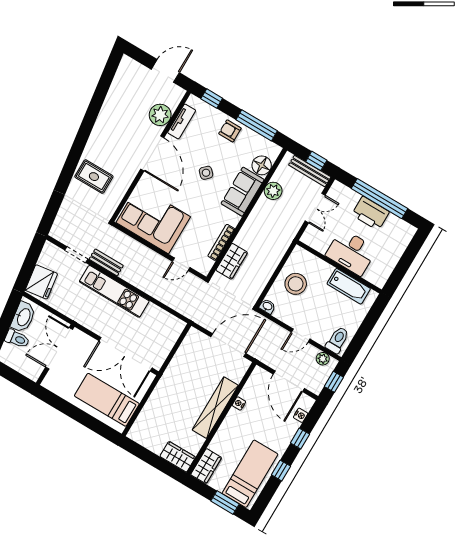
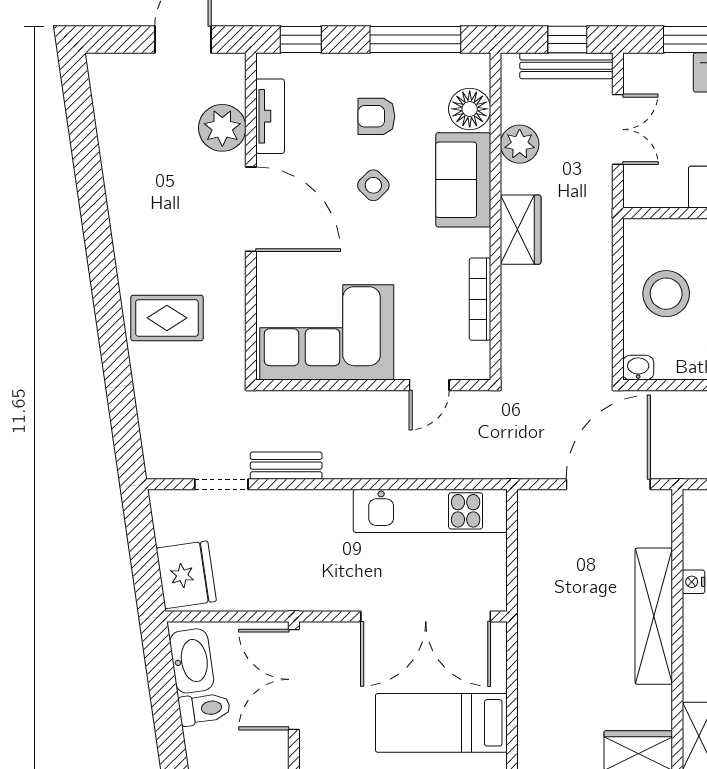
armchair: (230, 131) -> (376, 116), moved
wardrobe: (232, 261) -> (521, 230), moved
kitchen unit: (114, 291) -> (430, 511), moved

